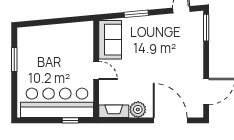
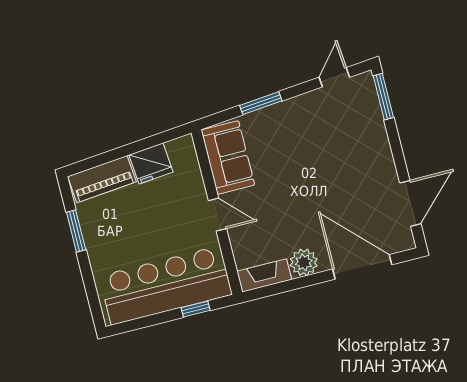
fridge: (66, 32) -> (151, 163), added
piano: (36, 34) -> (102, 179), added

